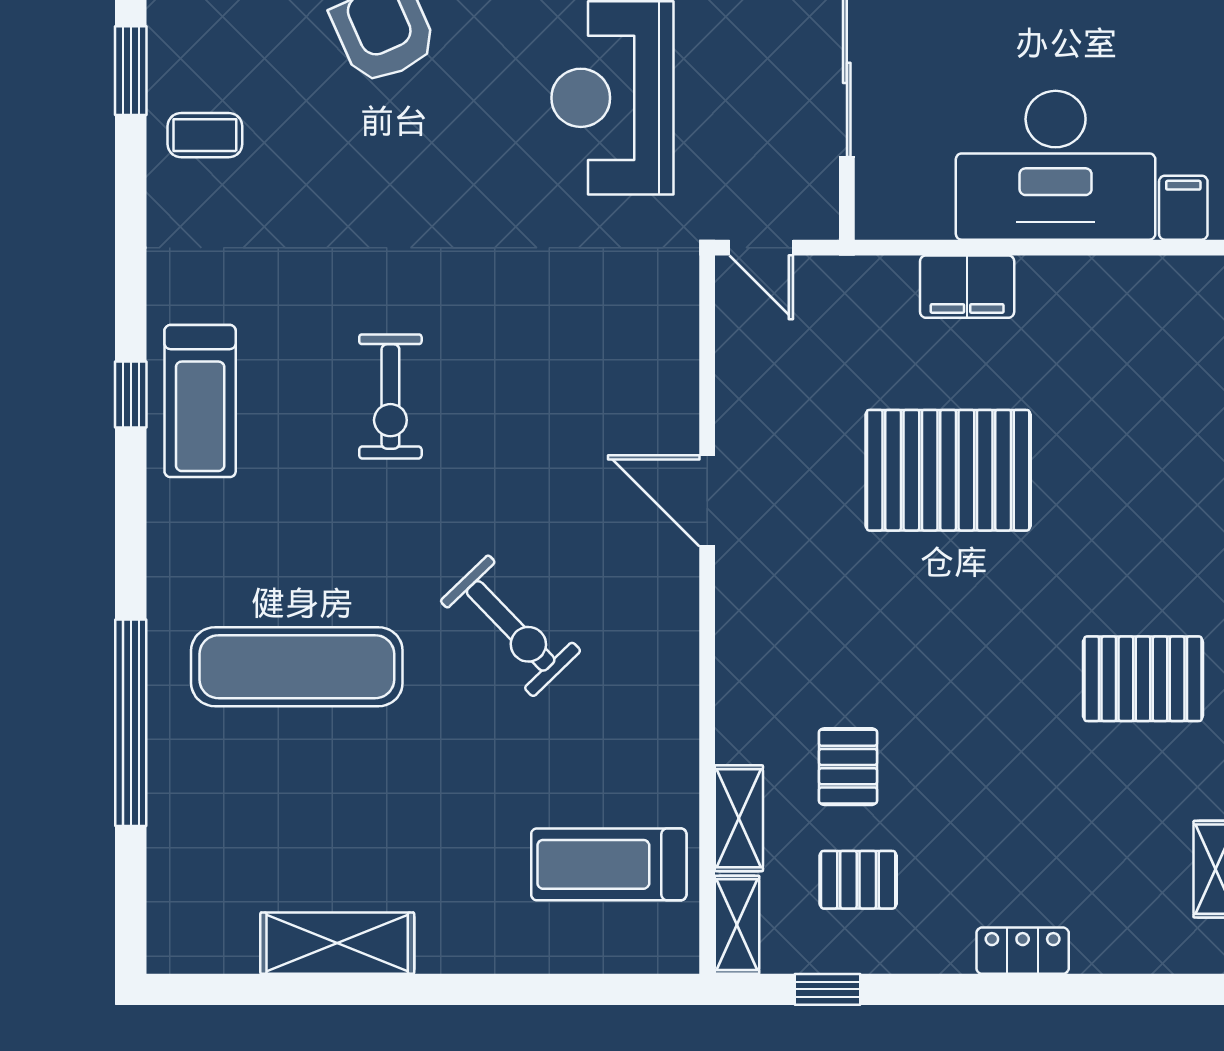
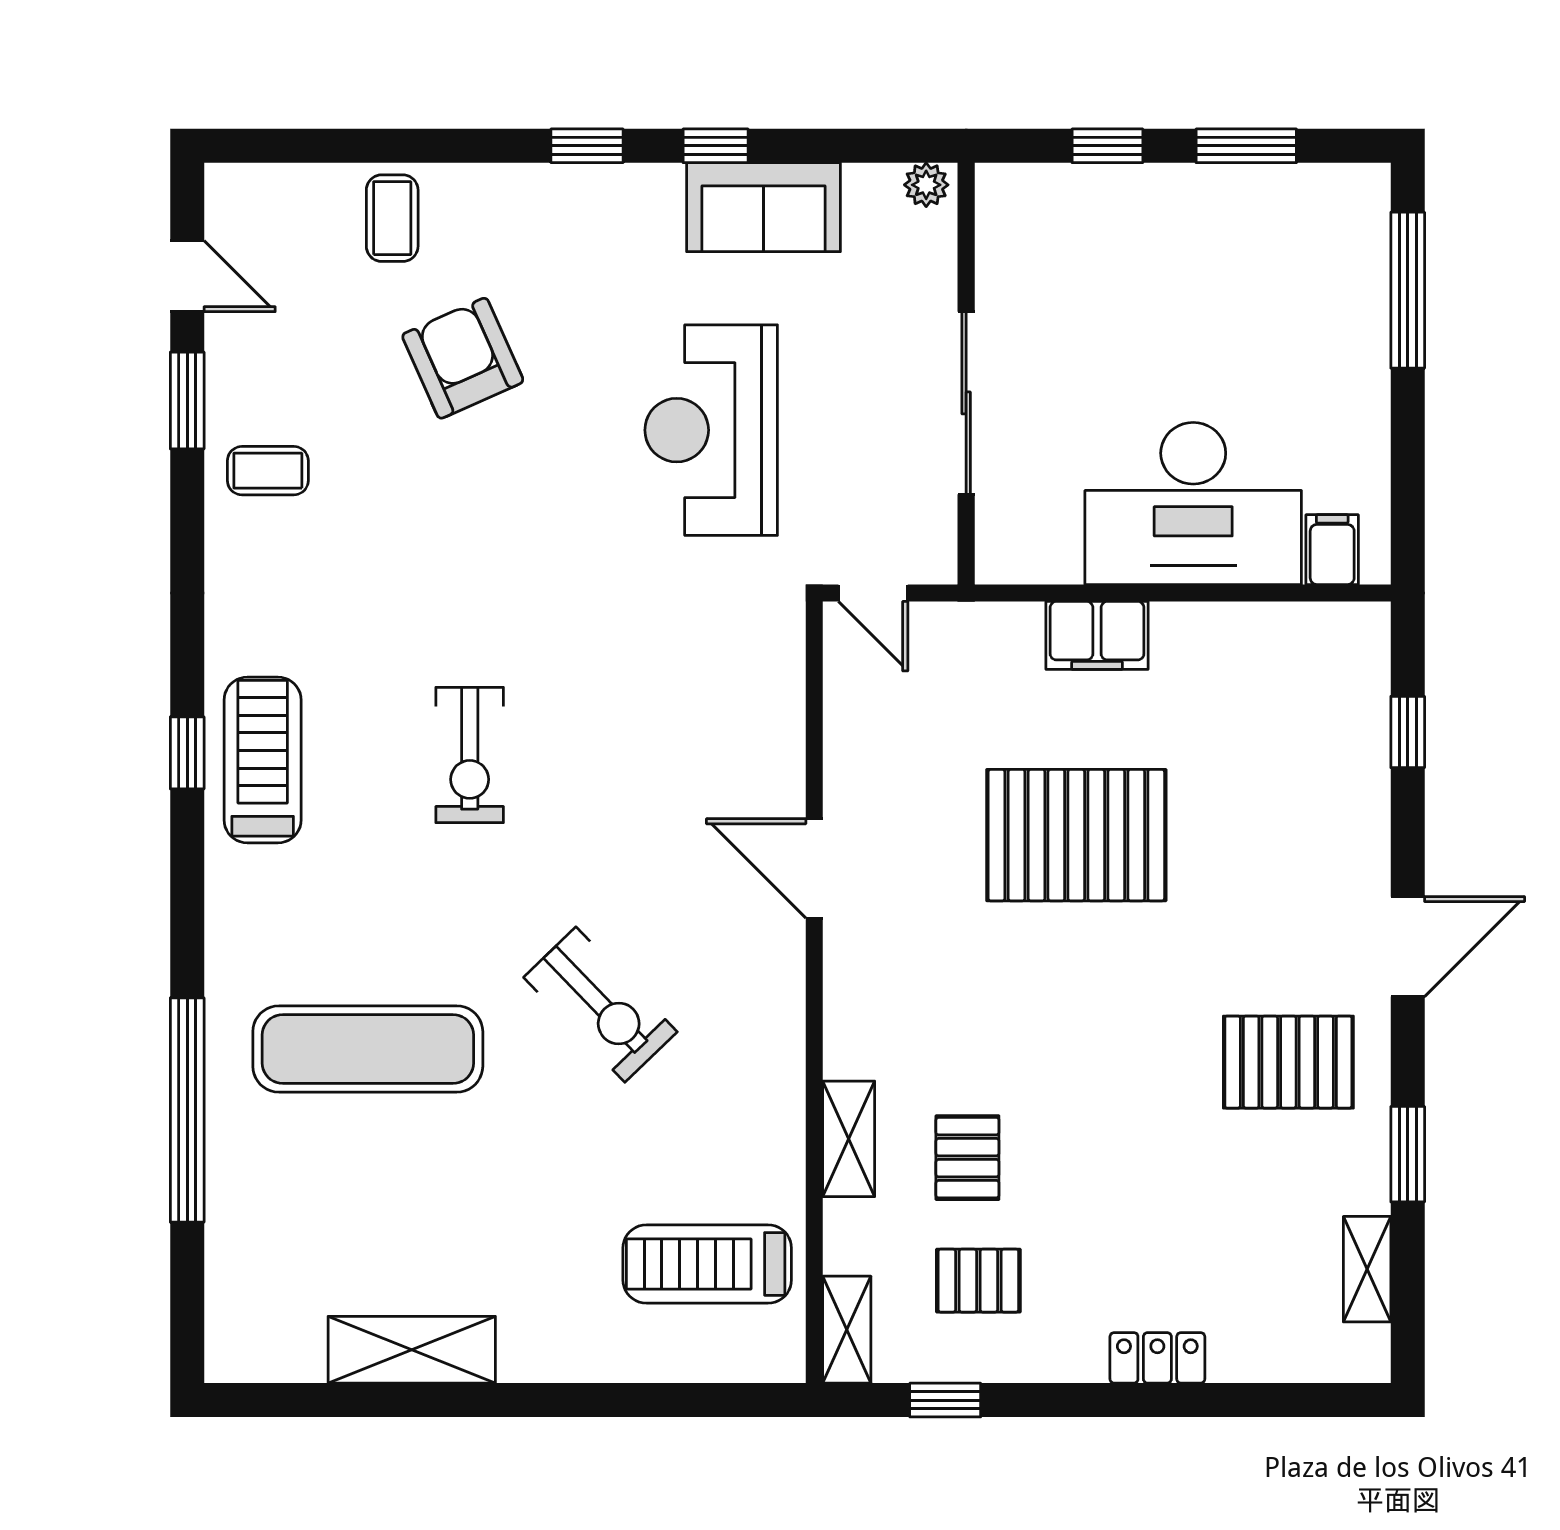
treadmill: (200, 401) -> (263, 760), turned 180
shelving: (739, 818) -> (849, 1139), moved

